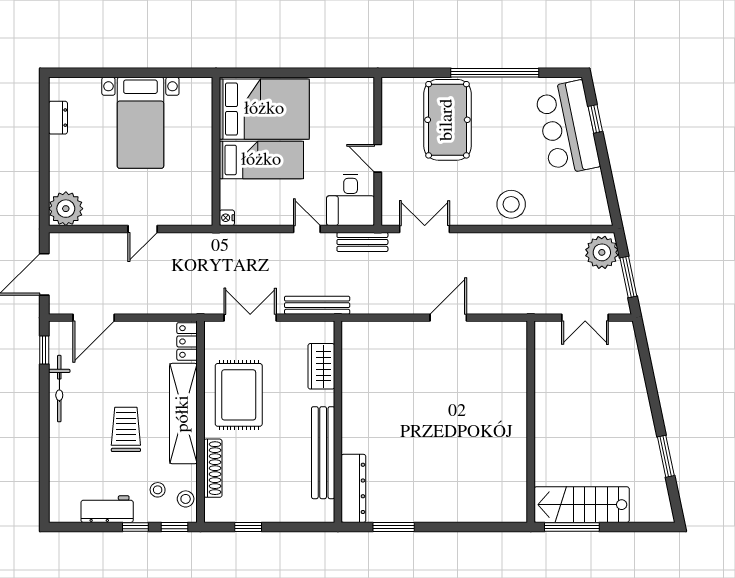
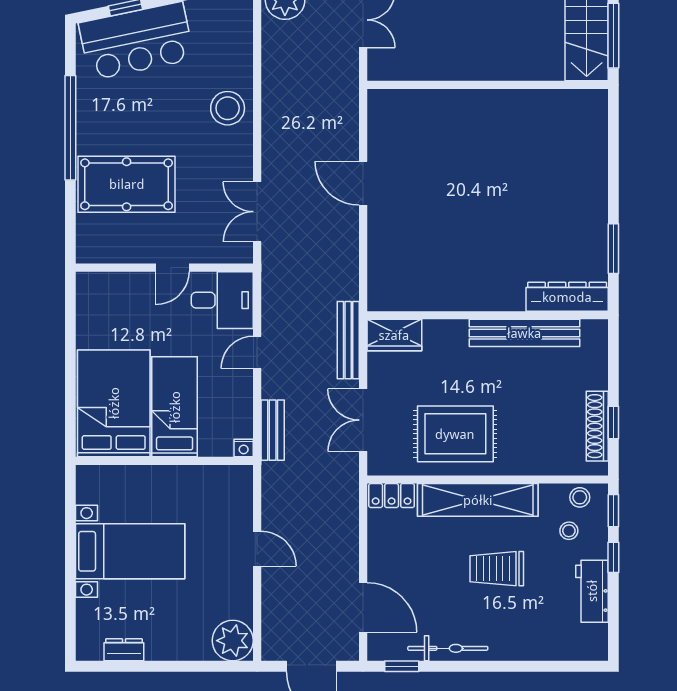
bench: (362, 242) -> (273, 430), moved
wardrobe: (321, 366) -> (394, 335), moved
shoe rack: (213, 468) -> (597, 426), moved, turned -90

